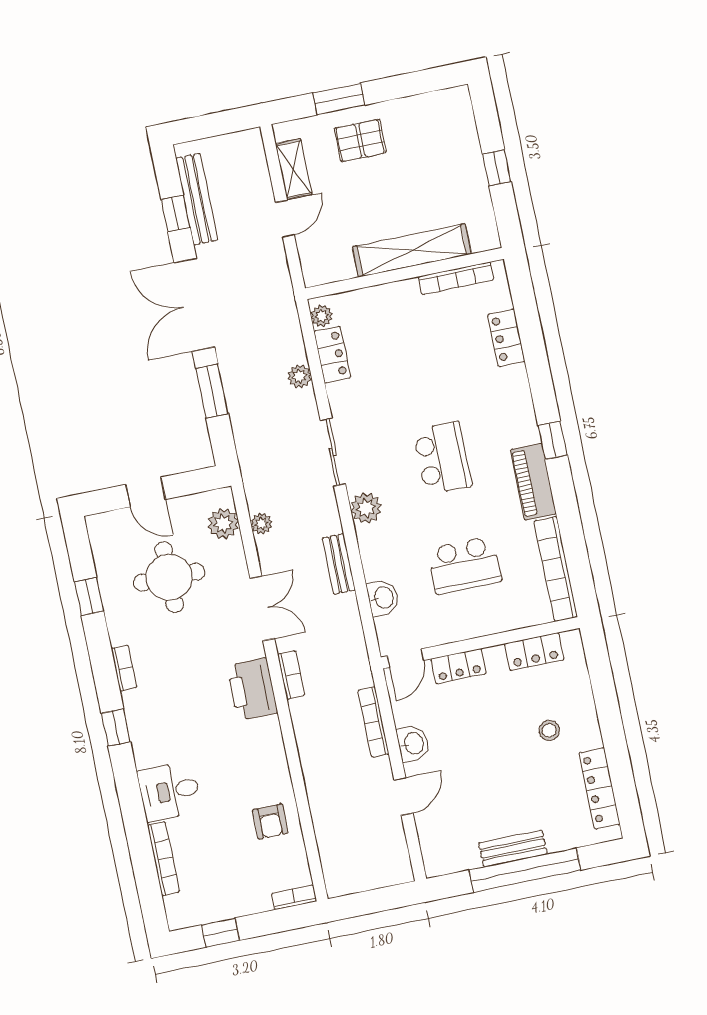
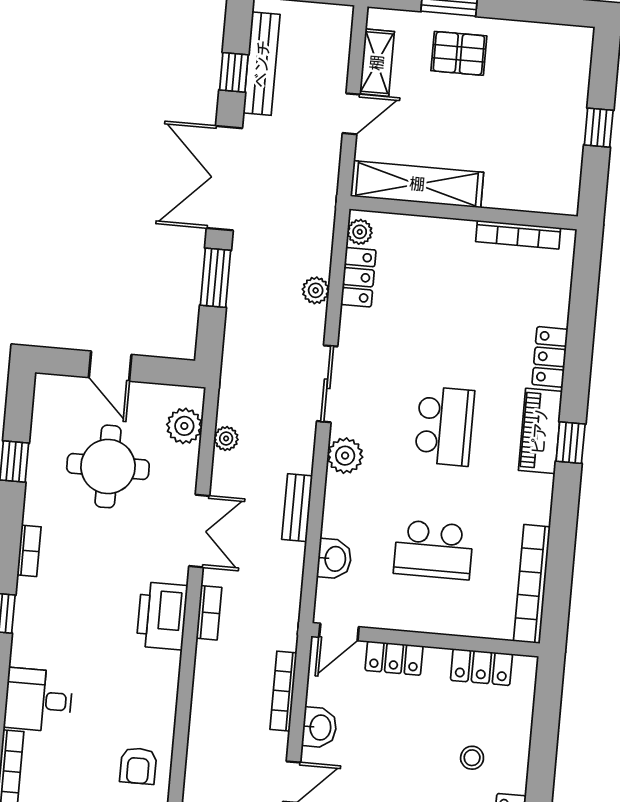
shelving: (412, 250) -> (417, 184), moved
locker: (506, 338) -> (550, 357), moved
piano: (533, 482) -> (540, 431), moved

